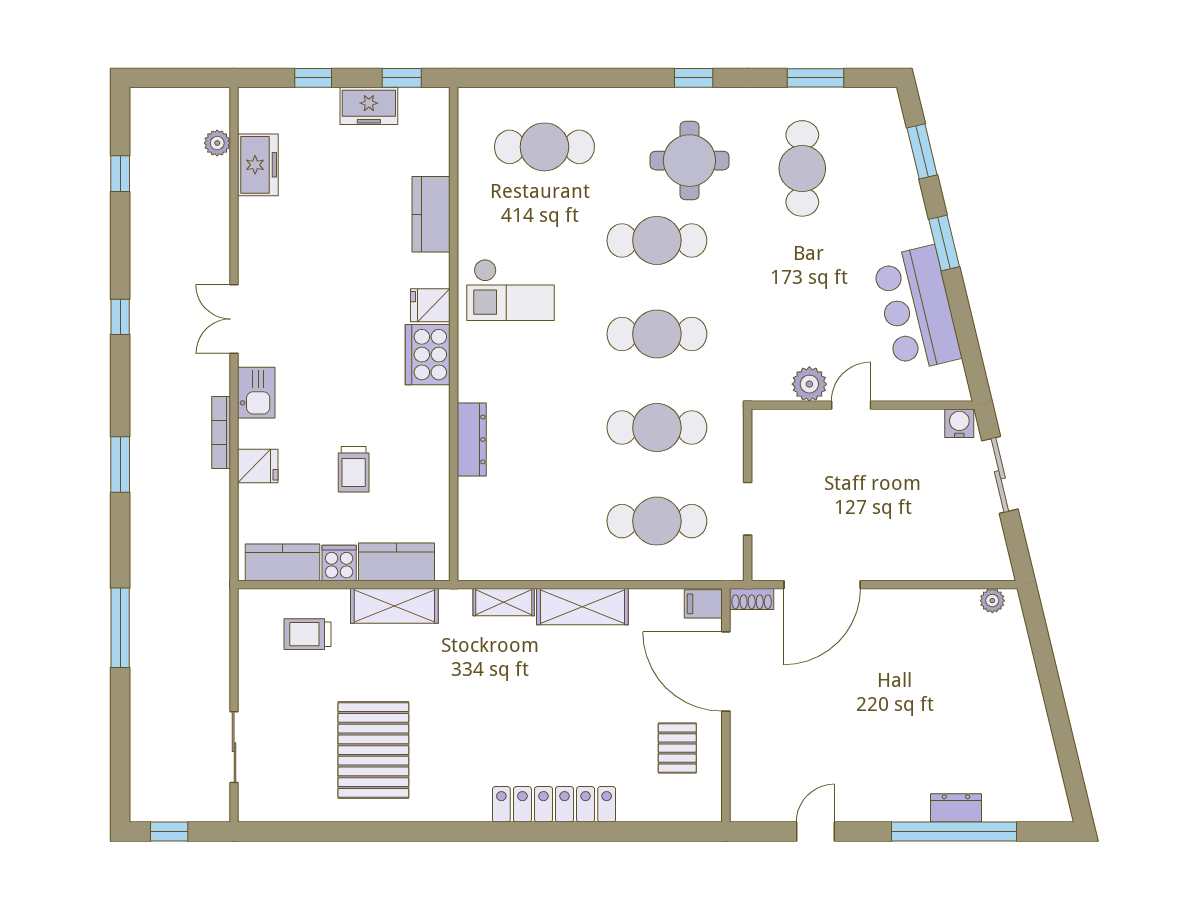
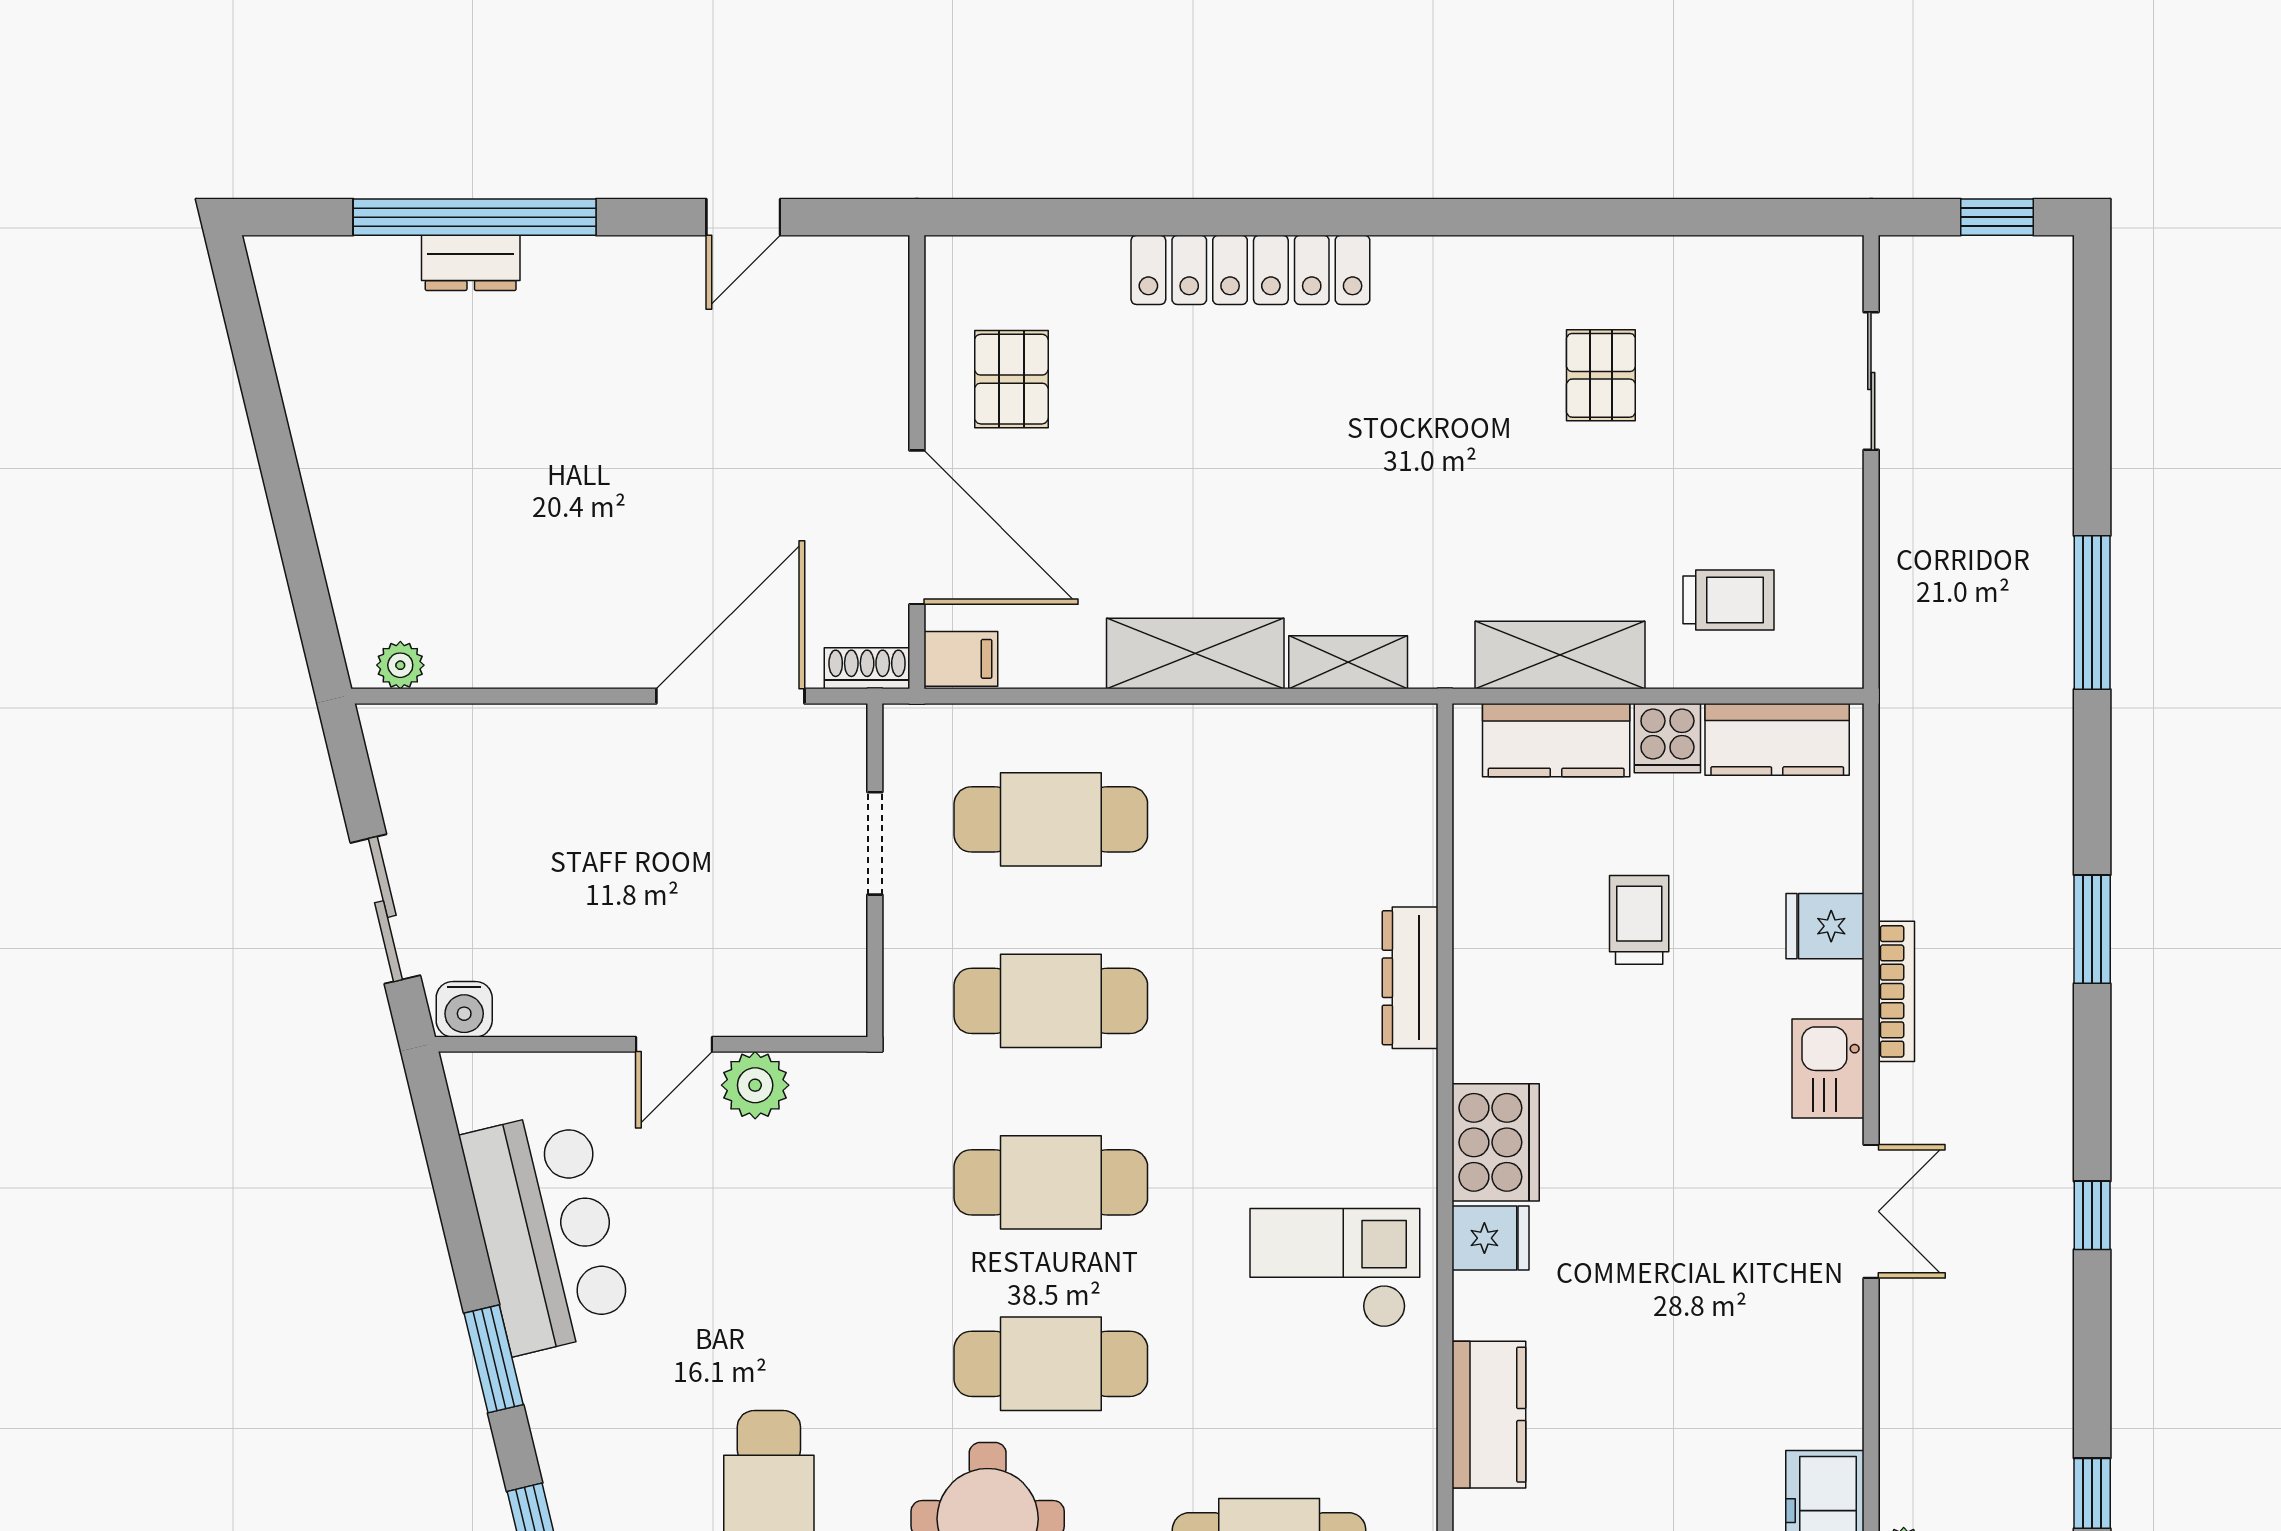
pallet: (373, 750) -> (1601, 375), width x0.49, depth x0.50

